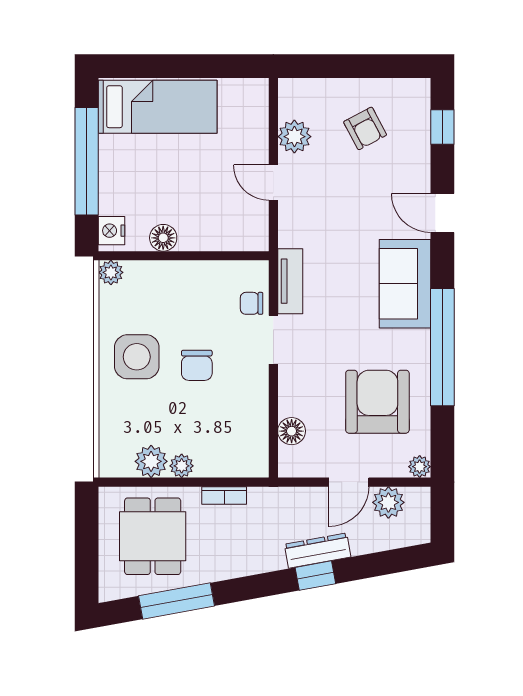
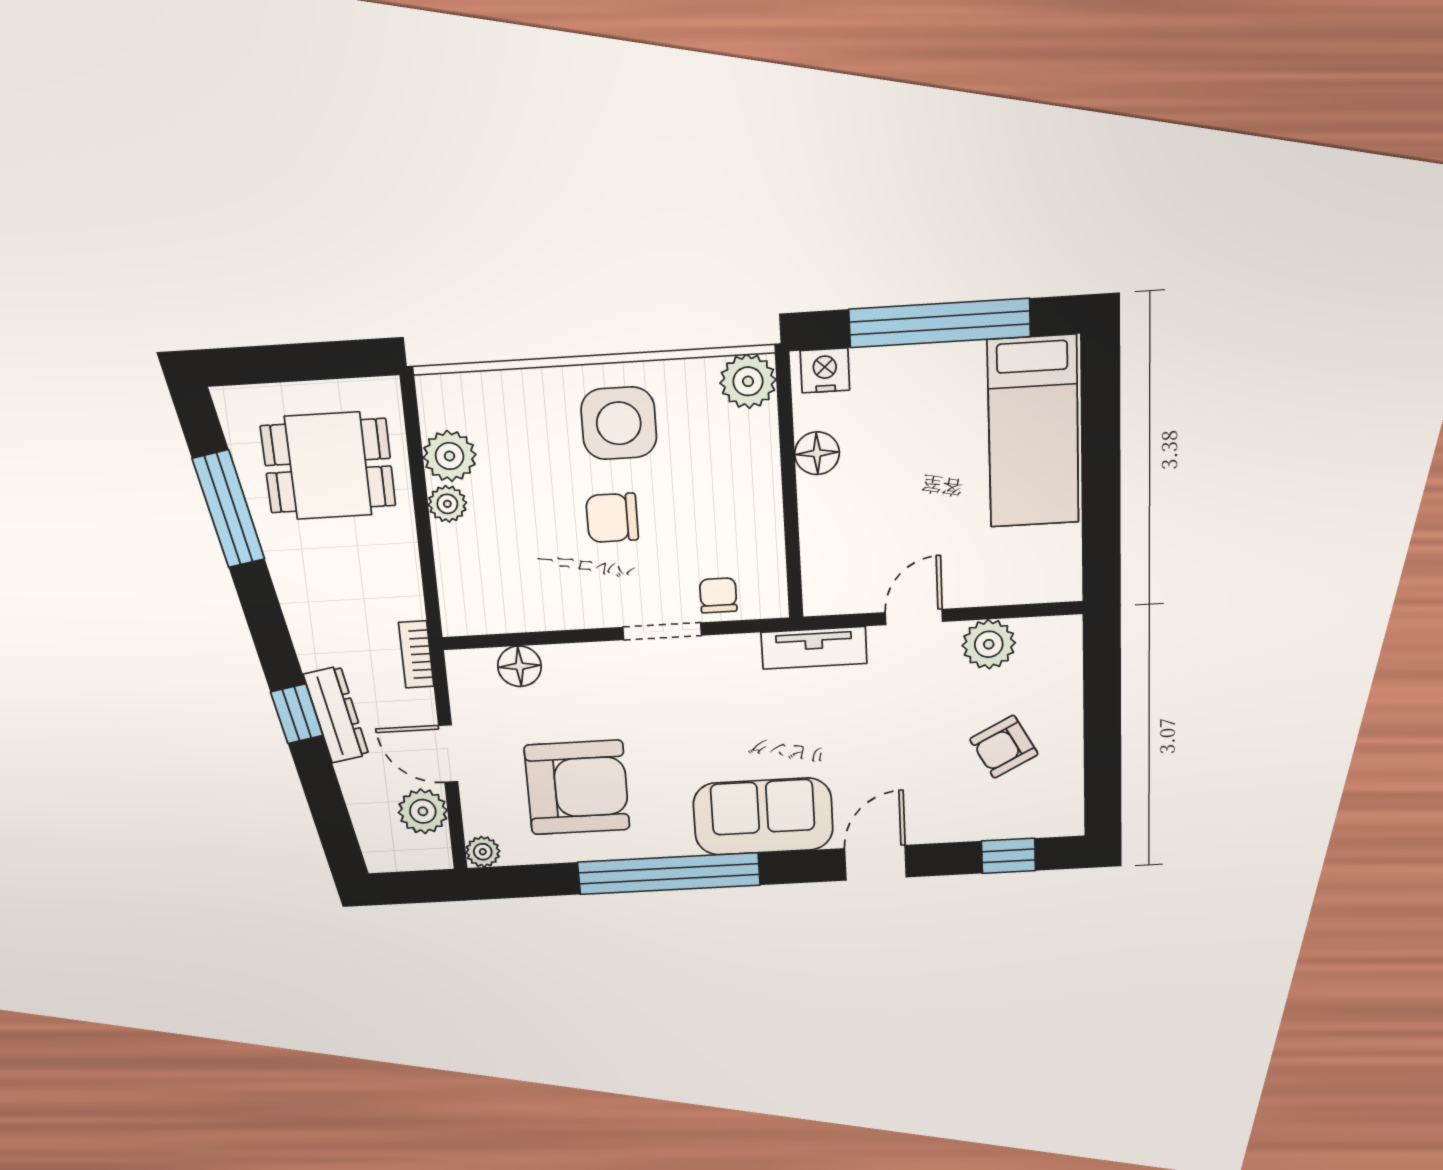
plant: (111, 272) -> (748, 381), width x1.38, depth x1.38
tv unit: (290, 281) -> (814, 648), moved
bookcase: (224, 495) -> (416, 654), moved

